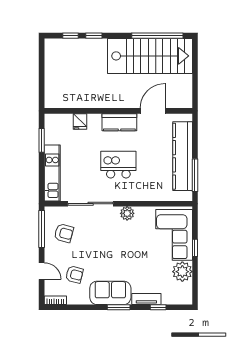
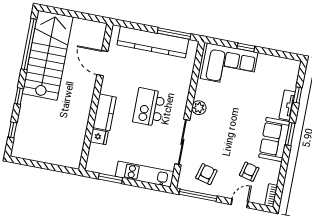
window: (94, 36) -> (19, 96), moved
kitchen counter: (119, 122) -> (105, 112), moved
plant: (182, 272) -> (267, 64), removed

